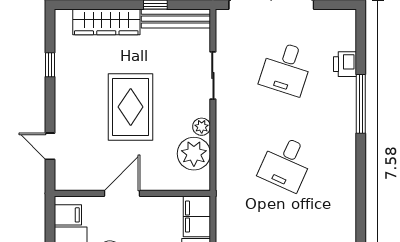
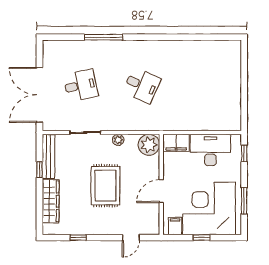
printer: (345, 64) -> (78, 47), removed
desk: (286, 68) -> (81, 85), turned -30
rug: (131, 107) -> (105, 186), turned 90
plant: (194, 154) -> (149, 145), moved
door: (122, 193) -> (161, 191), hinge flipped

